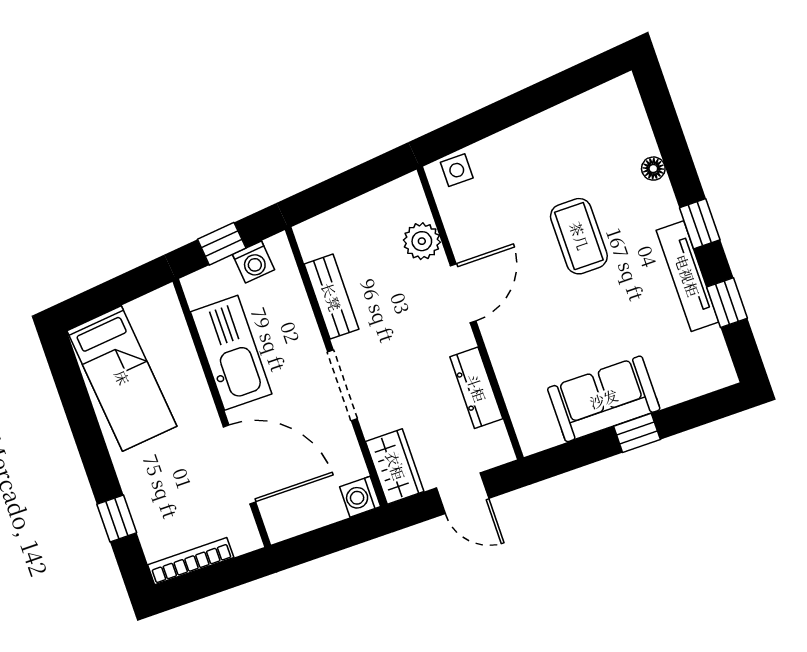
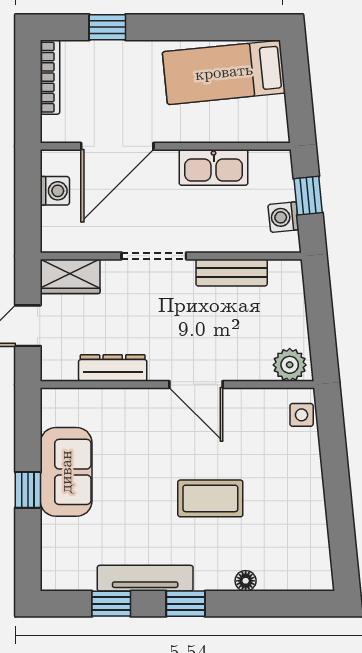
plant: (422, 241) -> (290, 365), moved
kitchen sink: (231, 353) -> (214, 167), width x0.73, depth x0.81
washing machine: (360, 497) -> (55, 191), moved, turned 90

